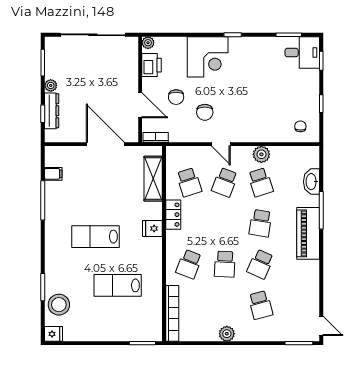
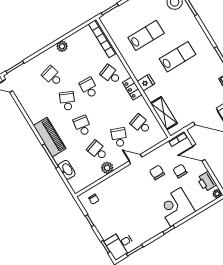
locker: (173, 215) -> (132, 89), moved
school desk: (189, 264) -> (111, 75), turned -42

